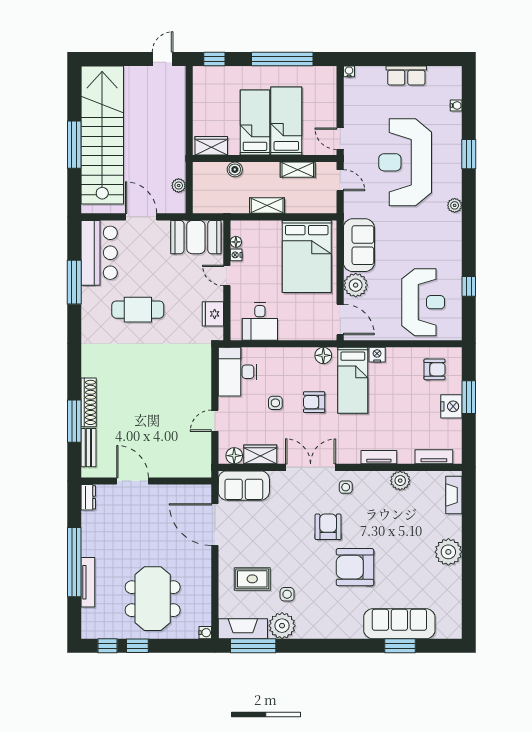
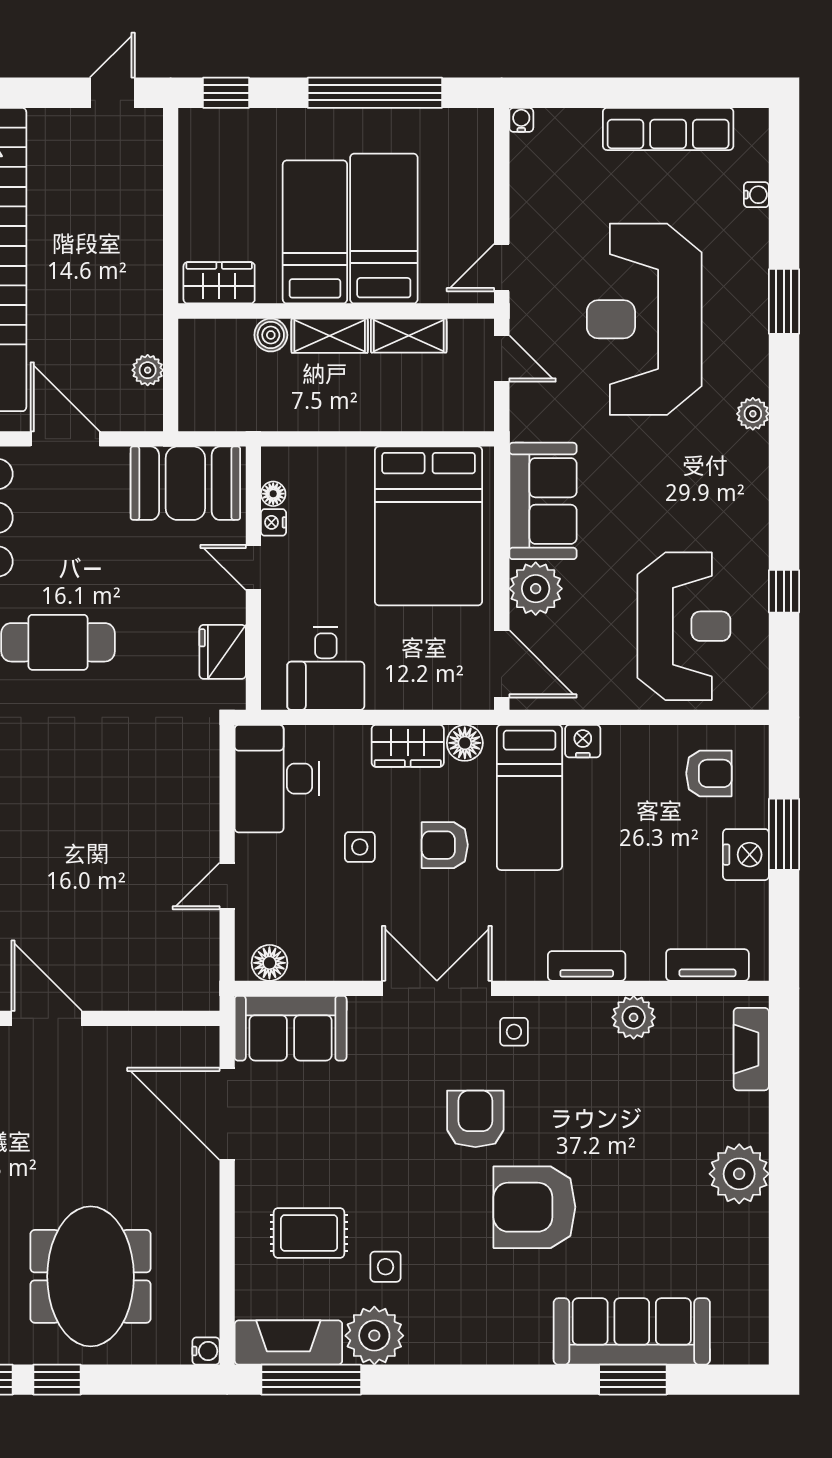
row of seats: (406, 76) -> (668, 129), width x1.48
door: (340, 139) -> (502, 268), hinge flipped
shelving: (267, 206) -> (330, 336), moved
wardrobe: (260, 454) -> (408, 746), moved, turned 180

